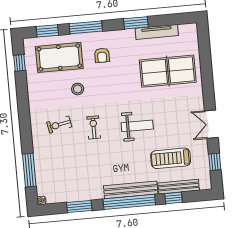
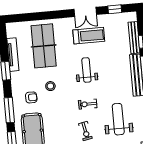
stool: (78, 89) -> (50, 86), moved
treadmill: (171, 158) -> (89, 36), moved, turned -90
weight bench: (74, 166) -> (118, 119), added

